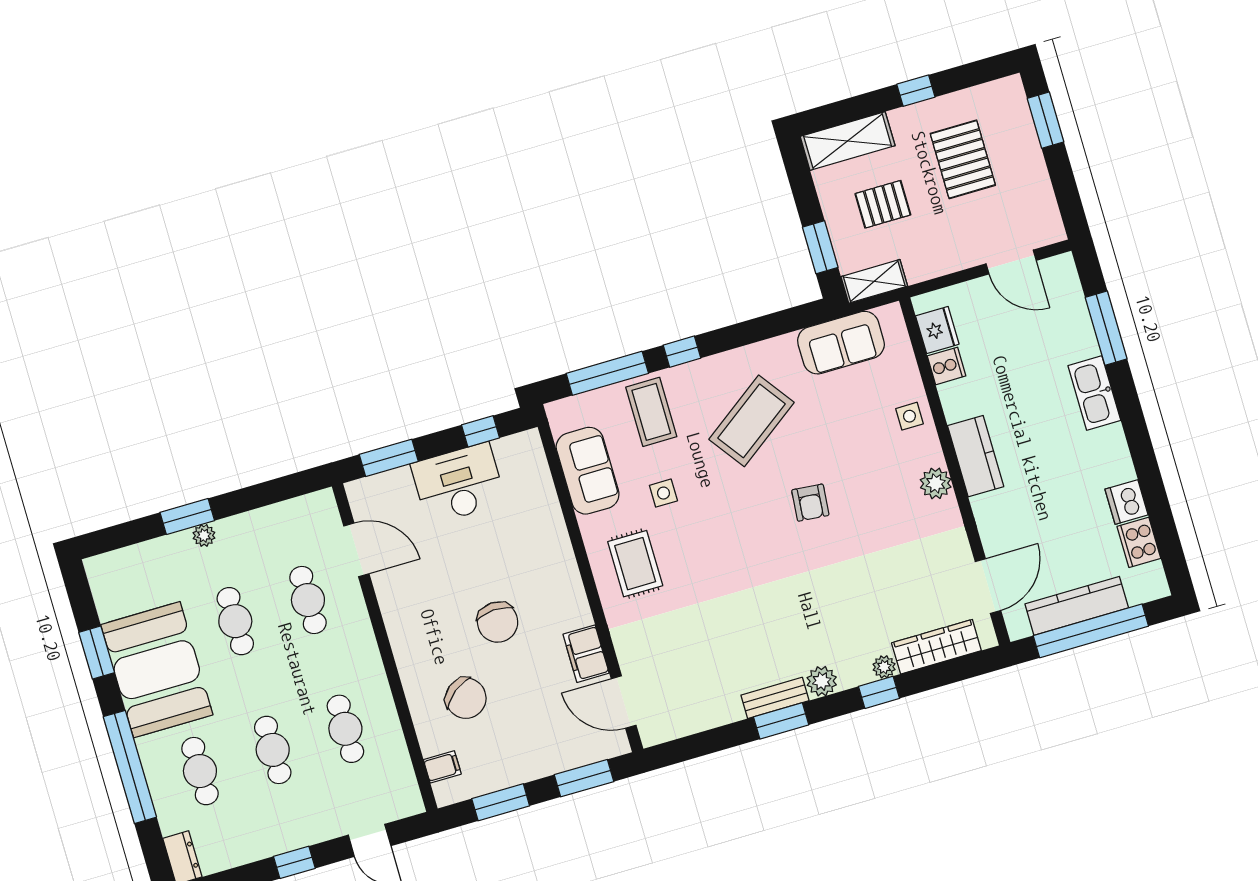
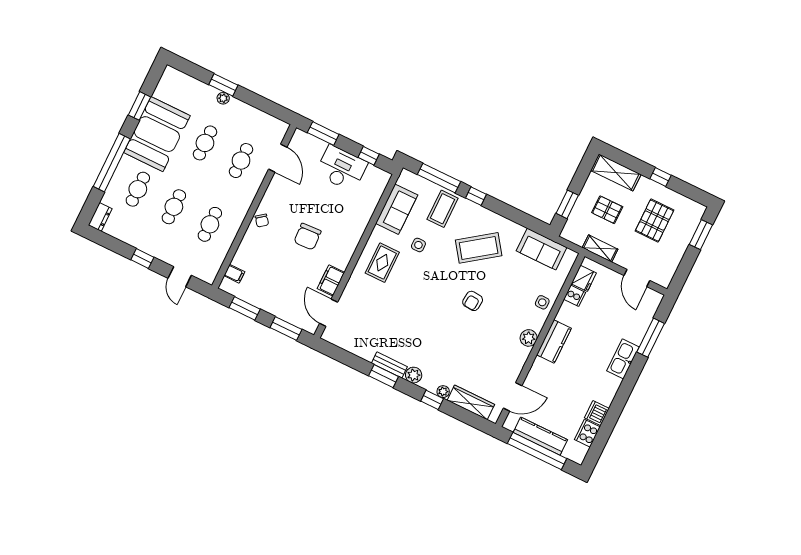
shelving: (874, 281) -> (600, 248), moved
chair: (466, 698) -> (262, 221), moved, width x0.54, depth x0.54

